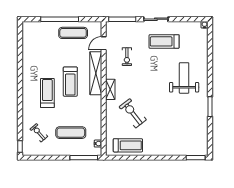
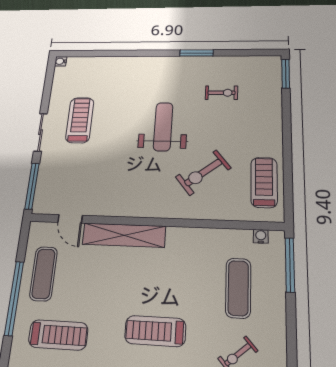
treadmill: (164, 41) -> (80, 120), turned 180
exercise bike: (127, 57) -> (222, 93), moved
weight bench: (184, 78) -> (163, 127), moved, turned 90
treadmill: (70, 82) -> (58, 335), moved
shelving: (110, 89) -> (156, 210), removed

